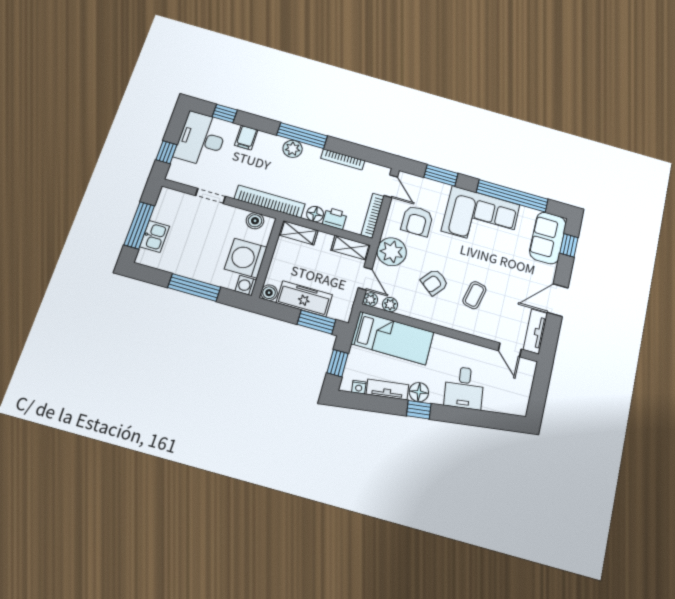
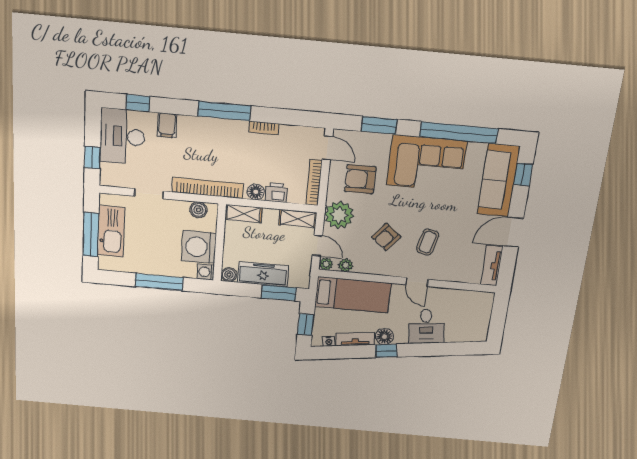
plant: (293, 149) -> (217, 128), removed
bookcase: (343, 159) -> (264, 128), width x0.64
armchair: (417, 221) -> (360, 179), turned 90
kitchen sink: (155, 236) -> (111, 231), width x1.87, depth x1.24
sofa: (548, 238) -> (498, 180), width x1.36
door: (510, 350) -> (417, 282), moved

